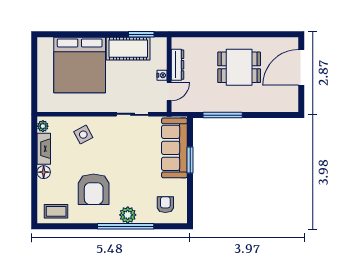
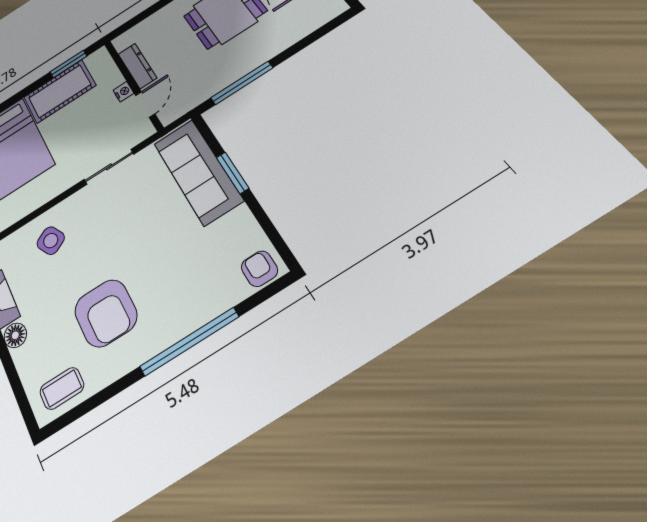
armchair: (165, 205) -> (259, 269), moved
plant: (128, 215) -> (182, 320), removed

